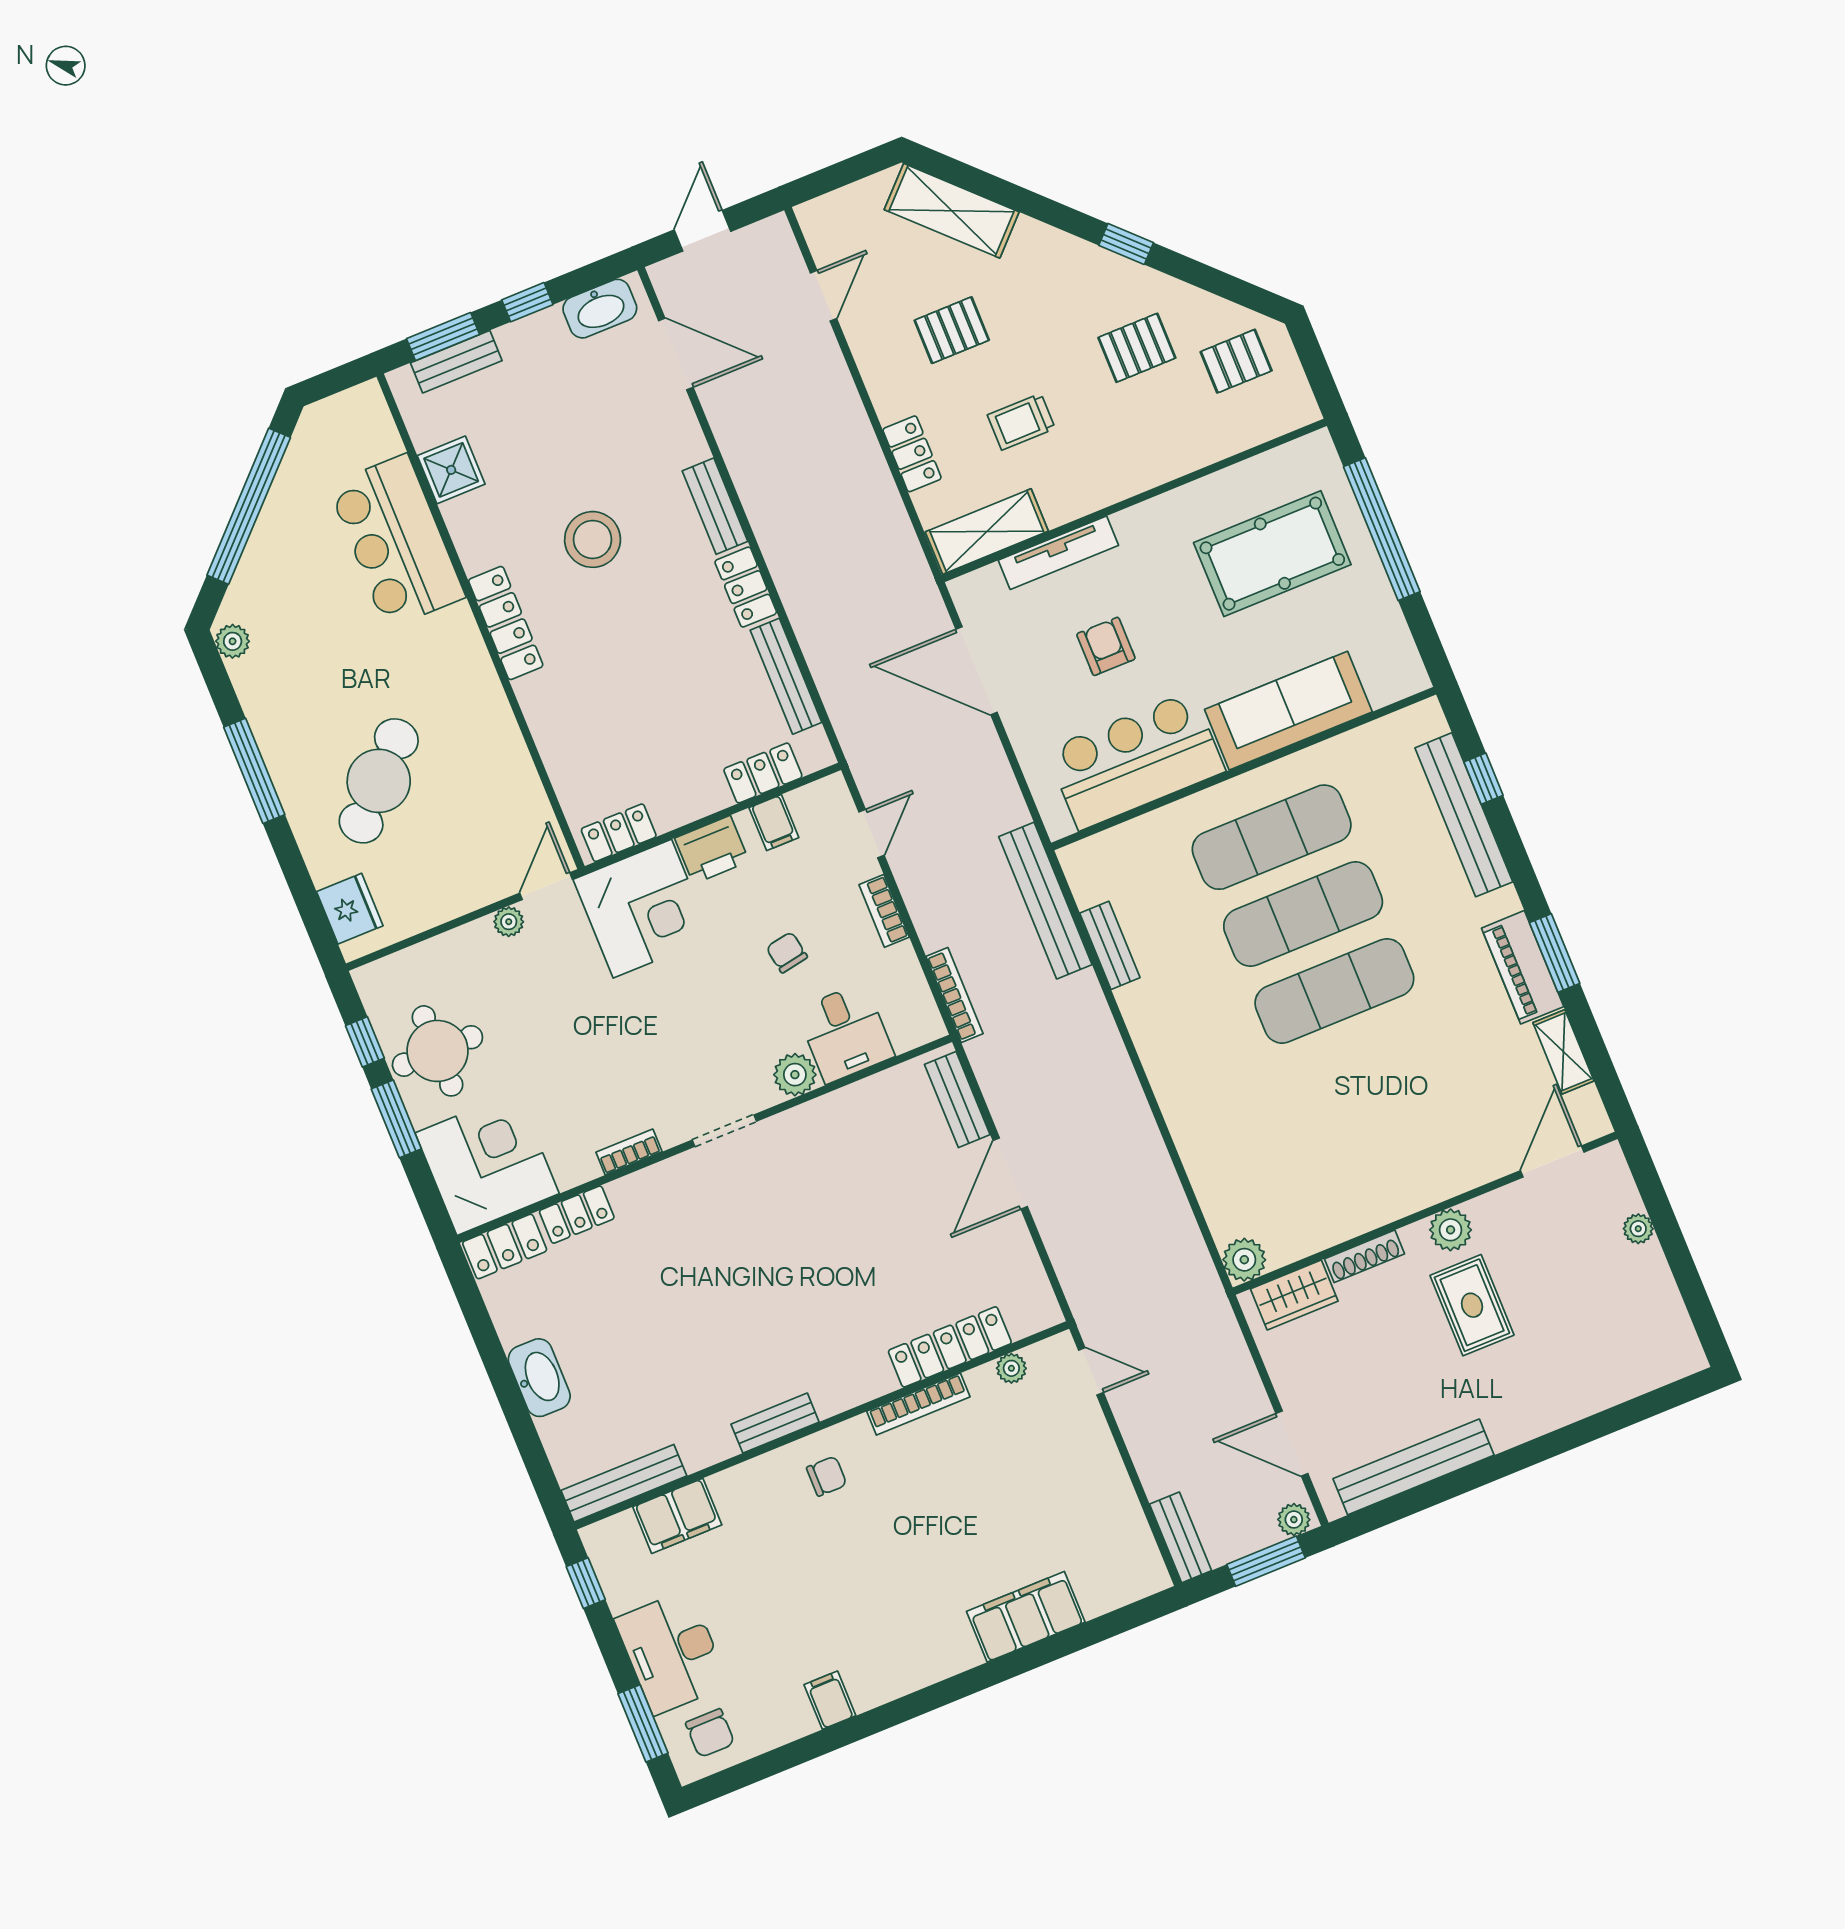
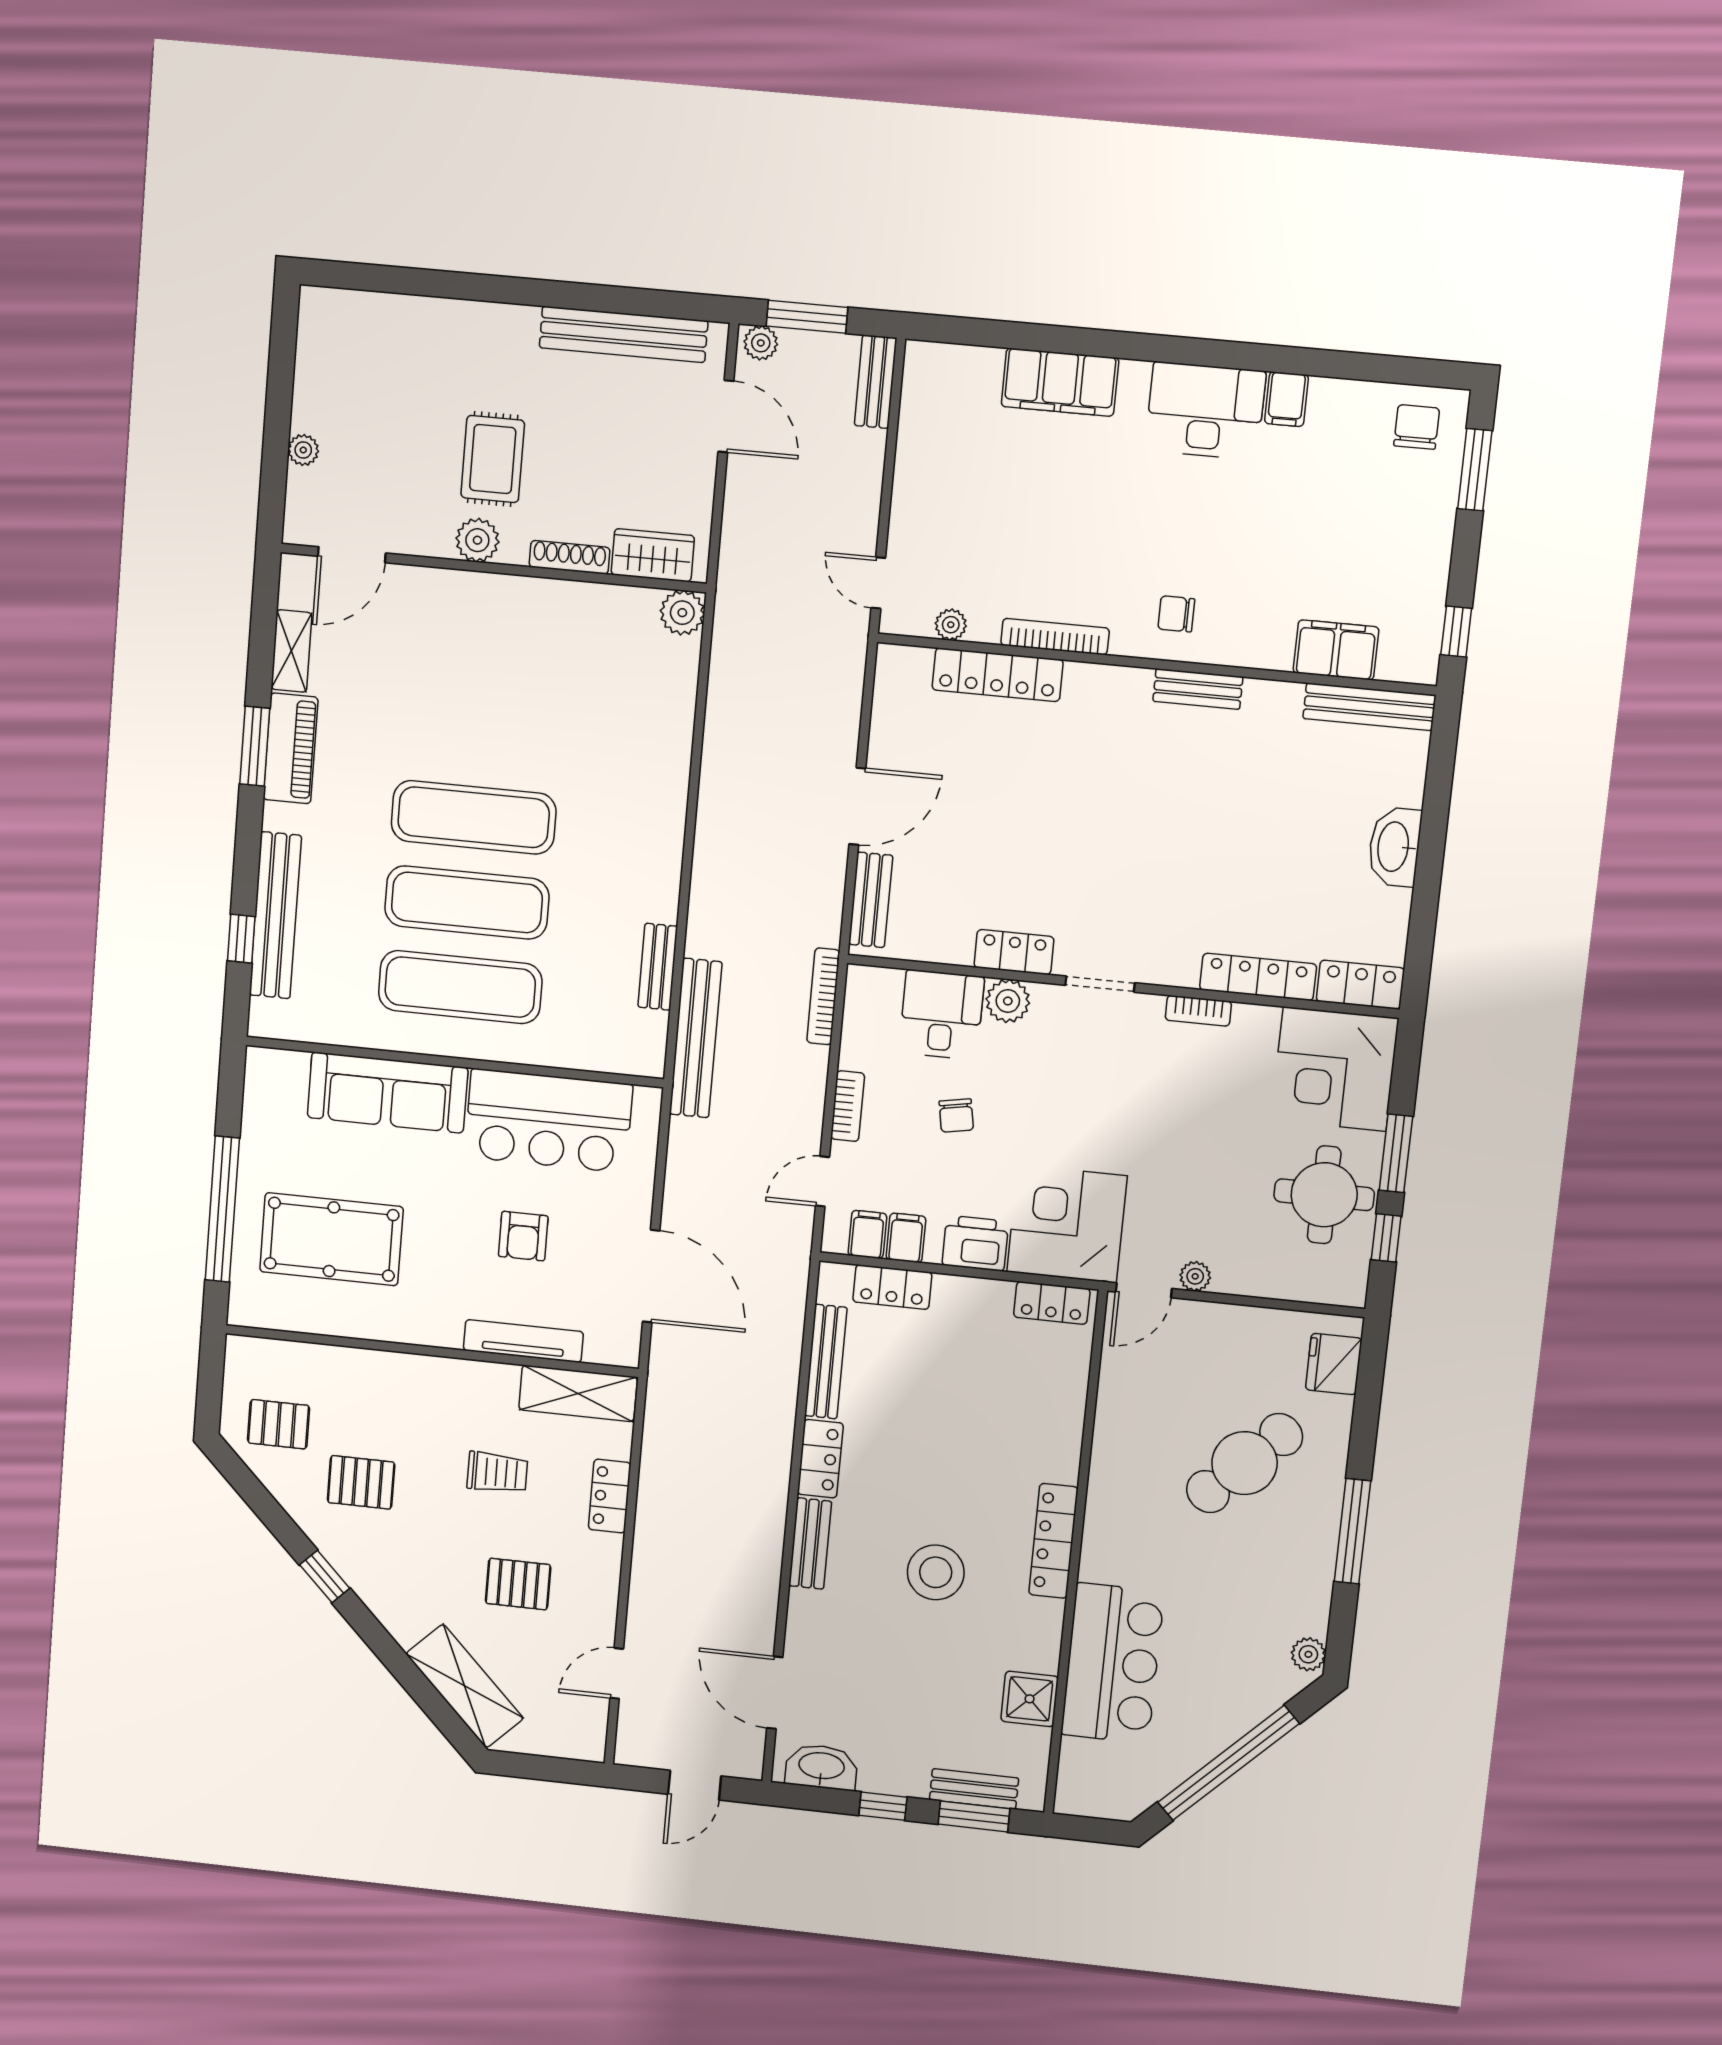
filing cabinet: (809, 808) -> (867, 1234), added
locker: (812, 1119) -> (1014, 952), added
locker: (577, 1215) -> (1258, 977), width x1.53
desk: (672, 1652) -> (1205, 411), moved, turned -90

